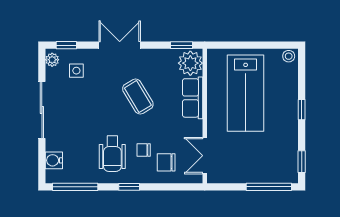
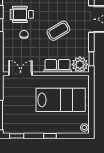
lab bench: (246, 93) -> (61, 100), turned 180
chair: (166, 162) -> (16, 49), removed

